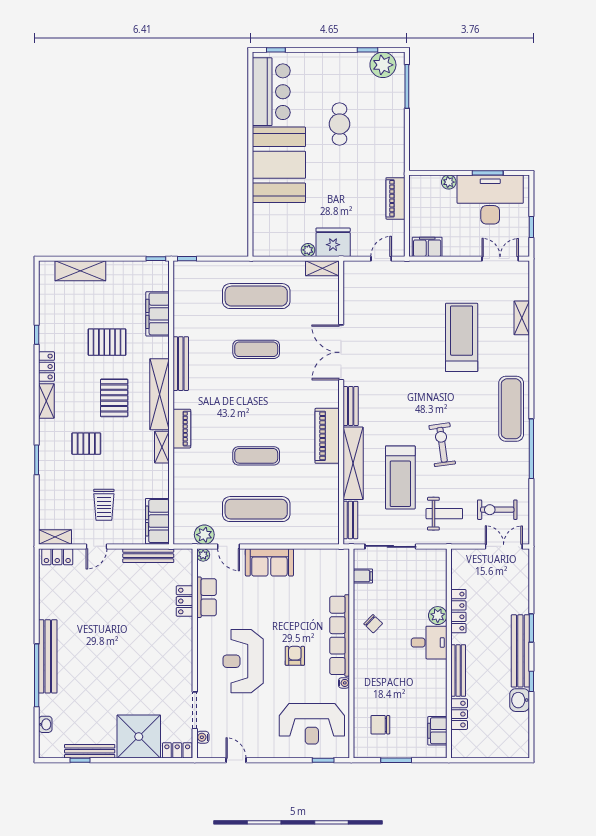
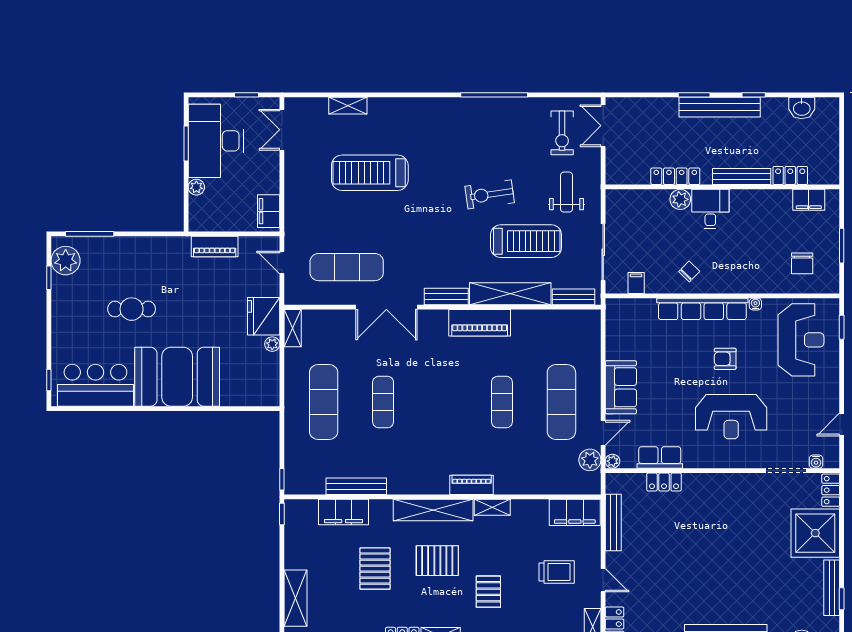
bench: (181, 364) -> (356, 486), moved
exercise mat: (511, 409) -> (347, 267), moved
washbasin: (520, 700) -> (802, 108), moved

